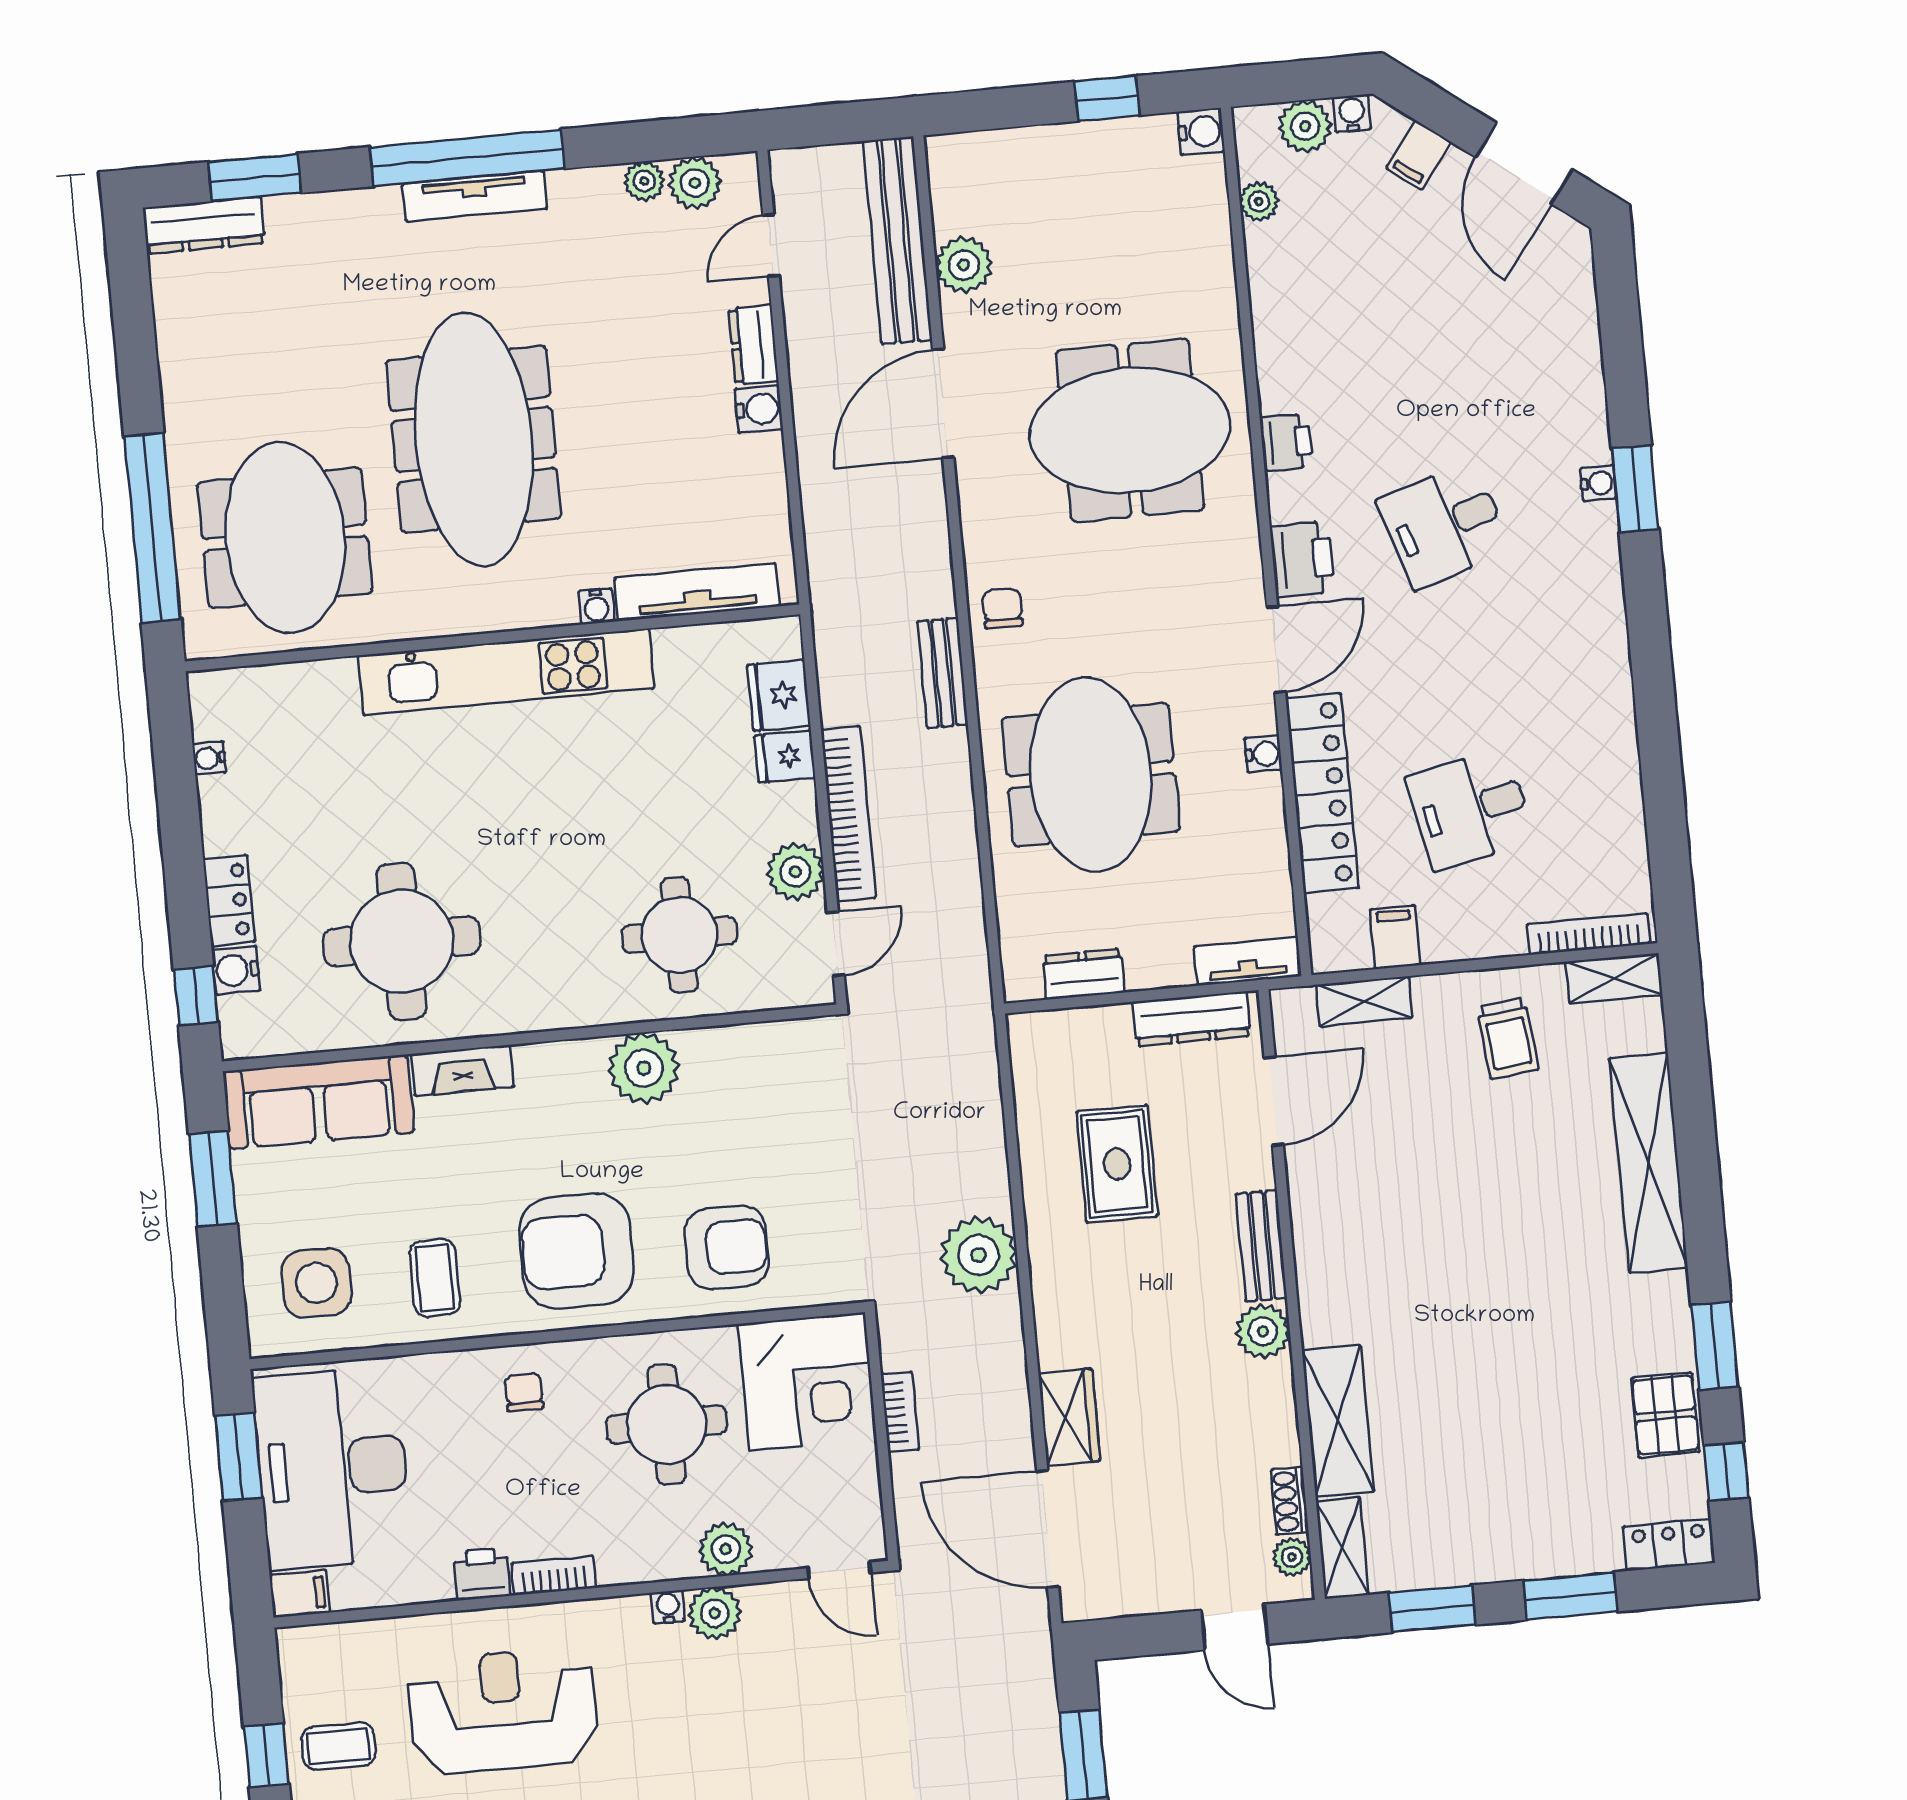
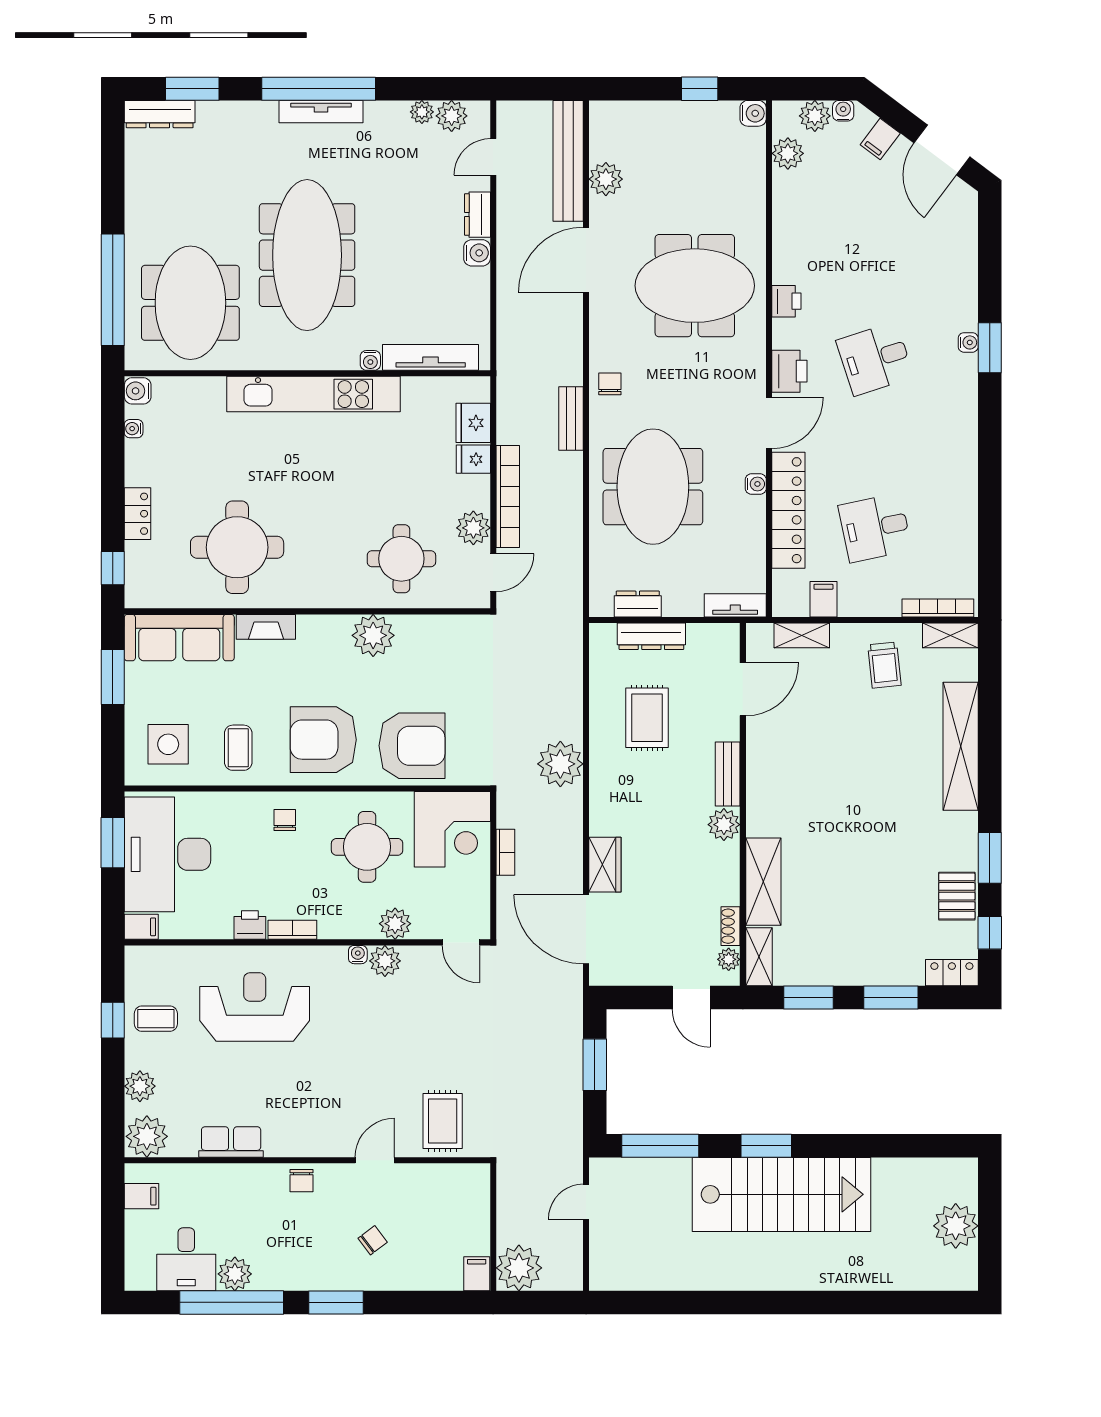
plant: (1259, 202) -> (788, 153), width x1.38, depth x1.38
water cooler: (236, 970) -> (138, 391), moved
dresser: (1192, 1019) -> (651, 636), moved
armchair: (727, 1247) -> (412, 746), width x1.36, depth x1.36

